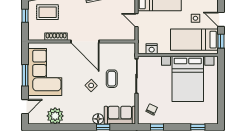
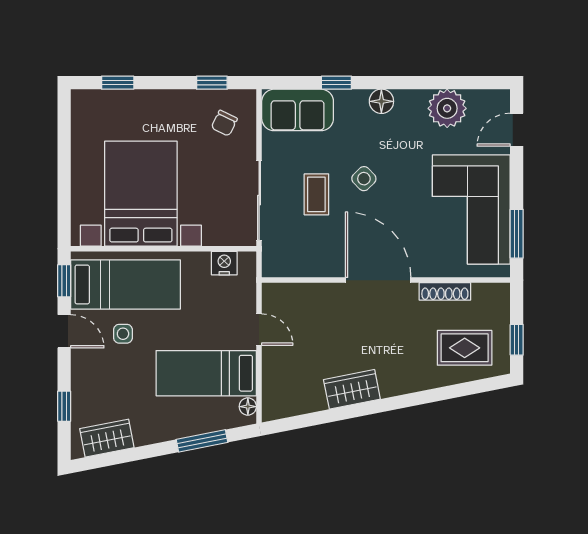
window: (25, 75) -> (517, 234), moved
floor lamp: (98, 119) -> (381, 101), moved

